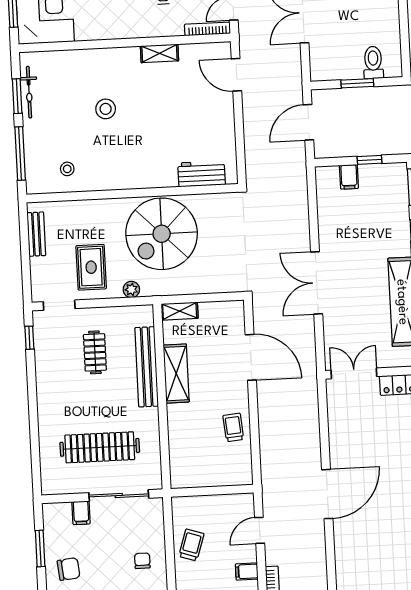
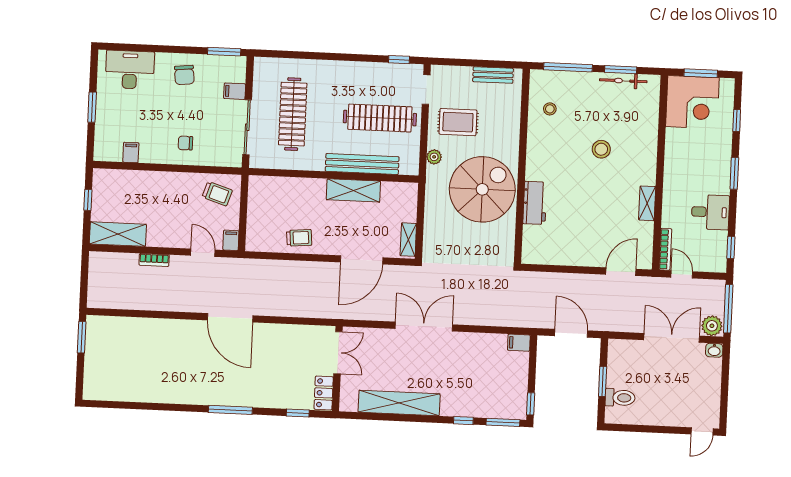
window: (370, 160) -> (531, 404), moved
workbench: (202, 174) -> (535, 203), moved
filing cabinet: (349, 177) -> (519, 343), moved
spiral stairs: (162, 234) -> (482, 189), turned 90
shelving: (180, 311) -> (408, 240), moved
clothes rail: (95, 352) -> (380, 118), width x1.86, depth x1.31
trolley: (191, 545) -> (217, 194), moved
window: (40, 549) -> (224, 52), moved
chair: (142, 561) -> (185, 143), turned 180
filing cabinet: (247, 572) -> (231, 240), moved

